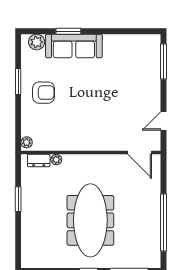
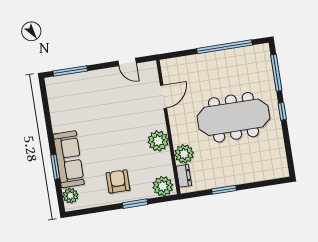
window: (18, 82) -> (135, 204), moved
plant: (78, 140) -> (158, 141), added
plant: (27, 142) -> (163, 186), width x1.88, depth x1.88
door: (140, 153) -> (164, 97), moved
plant: (56, 160) -> (184, 154), width x1.87, depth x1.87

